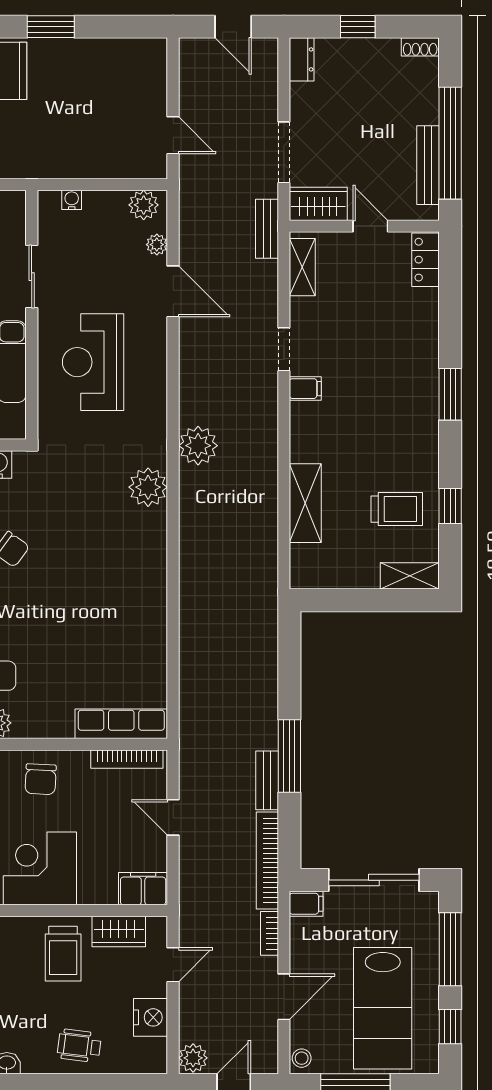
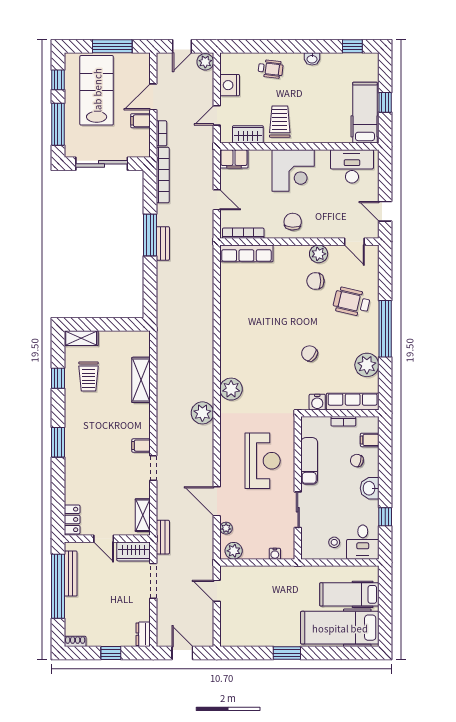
trolley: (397, 509) -> (89, 376), turned -90
bench: (267, 780) -> (163, 243), moved
filing cabinet: (306, 904) -> (140, 121), moved
stool: (302, 1058) -> (143, 62), removed

